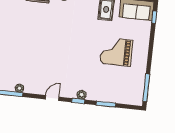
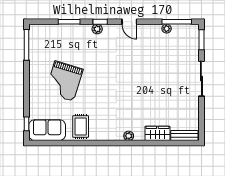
grand piano: (116, 52) -> (64, 81), turned 107
door: (52, 98) -> (129, 22), hinge flipped

